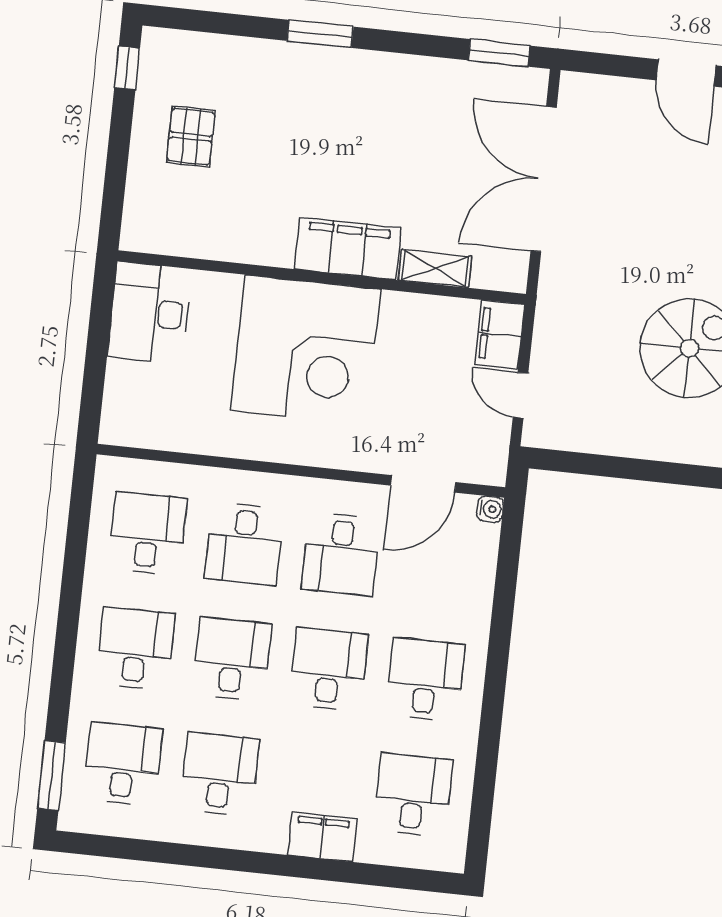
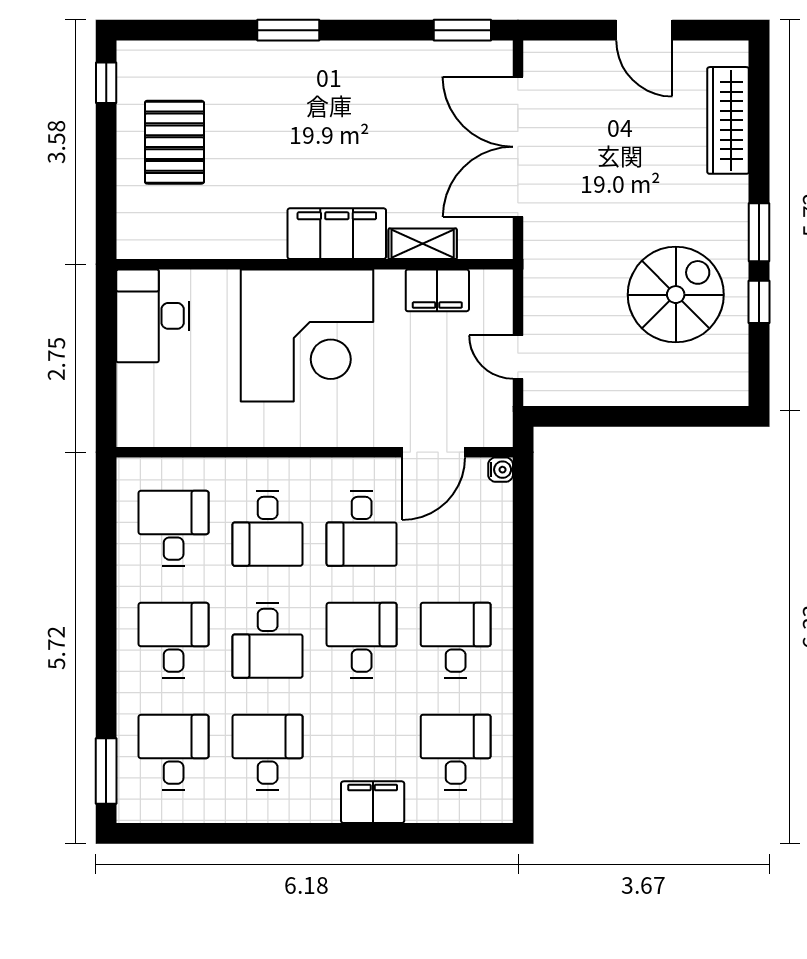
pallet: (191, 137) -> (174, 142), width x1.50, depth x1.42
filing cabinet: (500, 335) -> (437, 290), moved, turned -90
desk: (232, 659) -> (268, 640), turned 180

